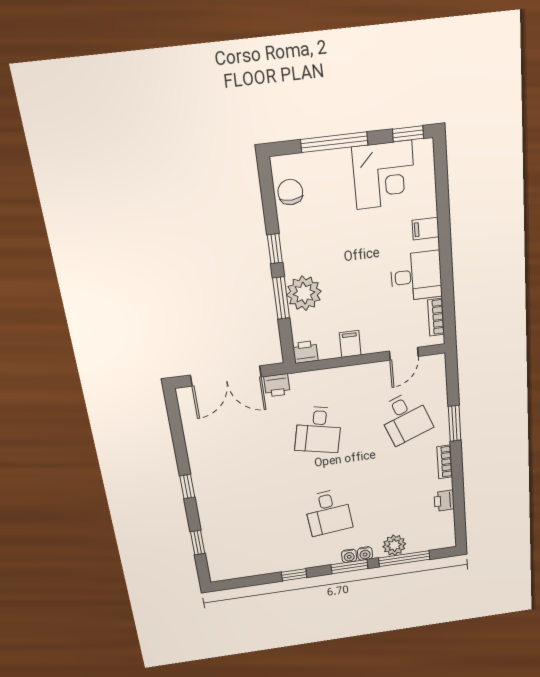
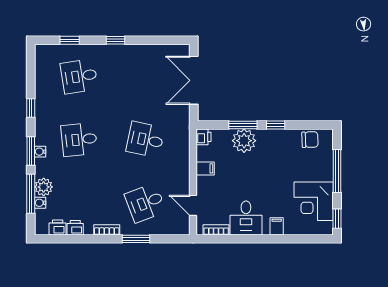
printer: (277, 385) -> (58, 227), moved, turned 90
desk: (244, 524) -> (79, 76), added
water cooler: (365, 554) -> (40, 203), moved

